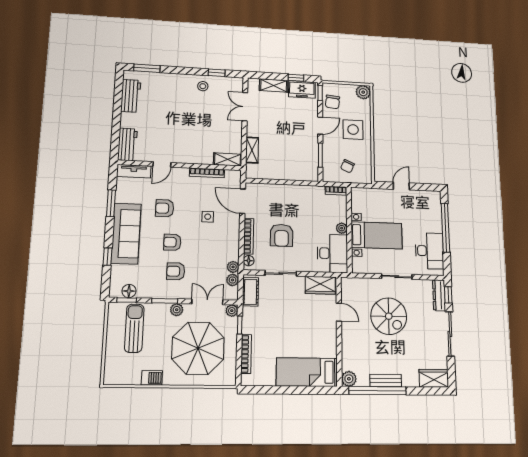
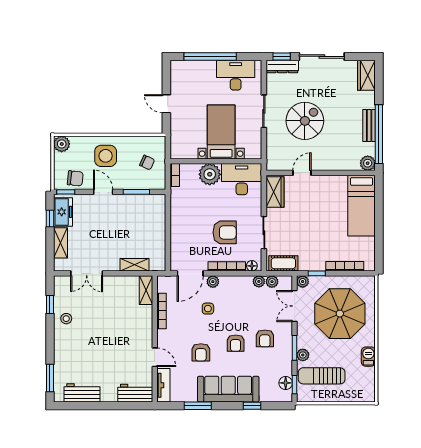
plant: (234, 222) -> (213, 282), added
plant: (342, 228) -> (210, 174), width x1.87, depth x1.87
plant: (177, 310) -> (303, 355), moved

